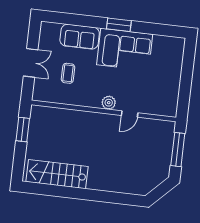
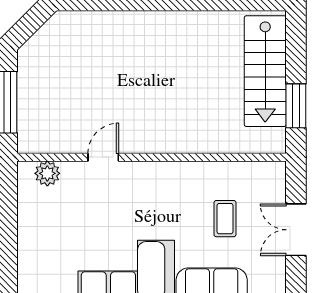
plant: (109, 103) -> (47, 173), moved
stairs: (57, 174) -> (265, 71), moved, turned 90

